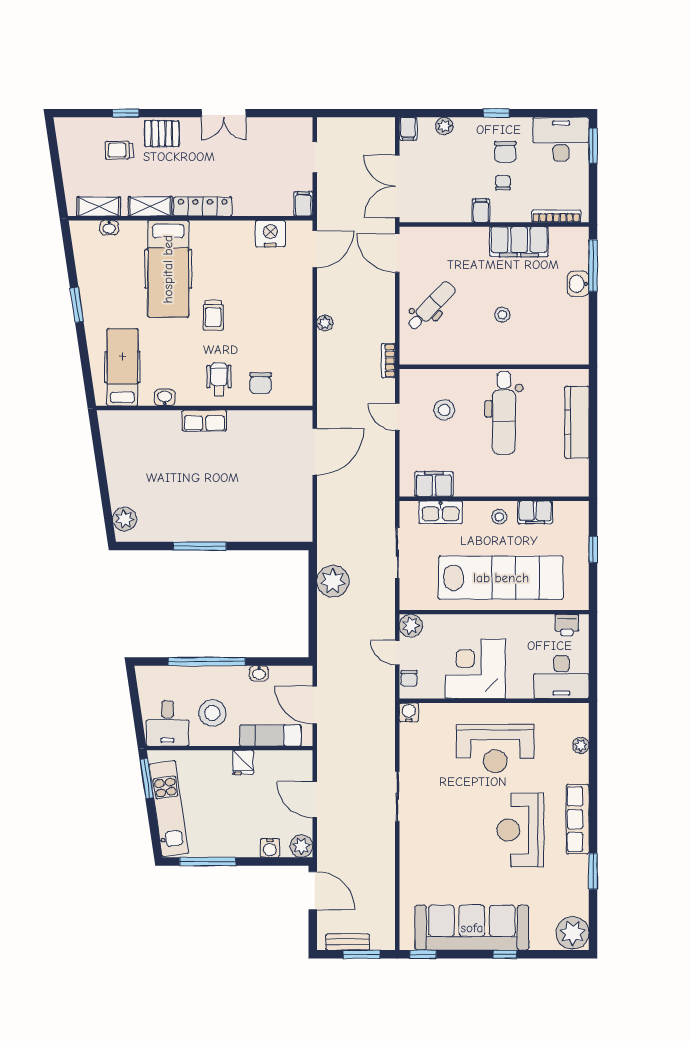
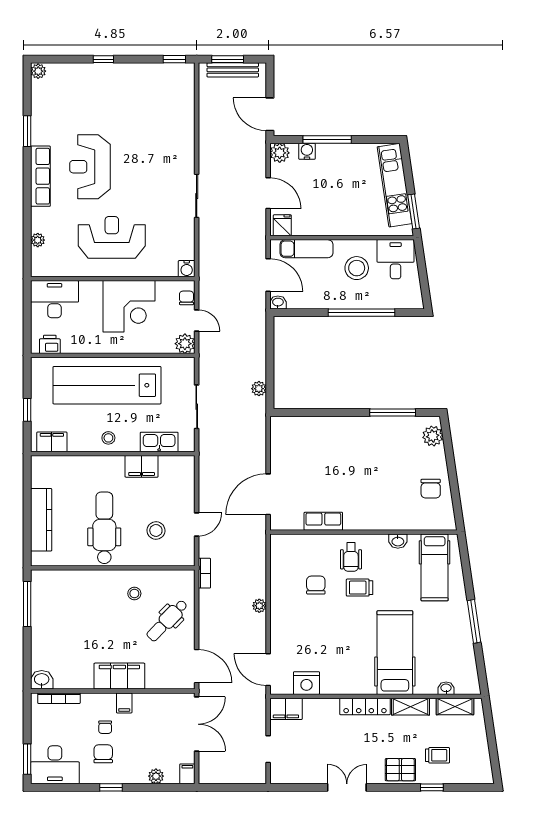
filing cabinet: (303, 204) -> (286, 709), width x2.00
filing cabinet: (519, 242) -> (119, 676), moved
door: (315, 249) -> (268, 670), hinge flipped
window: (593, 266) -> (27, 604), moved
washbasin: (578, 284) -> (42, 680), moved, turned -90
window: (77, 305) -> (474, 621), width x1.44
trolley: (213, 315) -> (360, 588), moved, turned -90
stool: (502, 315) -> (134, 593), moved
chair: (261, 383) -> (316, 585), moved
door: (397, 417) -> (197, 524), hinge flipped
row of seats: (204, 421) -> (323, 521), moved
chair: (127, 458) -> (431, 489), added
filing cabinet: (434, 484) -> (142, 466), moved
filing cabinet: (535, 512) -> (52, 442), moved
window: (200, 546) -> (393, 413), moved
plant: (333, 581) -> (259, 389), width x0.53, depth x0.53
washbasin: (259, 673) -> (278, 302), moved
fridge: (243, 762) -> (282, 225), moved
reception desk: (520, 830) -> (90, 167), turned 180
window: (208, 862) -> (327, 139), moved
sofa: (472, 928) -> (132, 82), removed
plant: (573, 933) -> (38, 71), width x0.53, depth x0.53
bench: (348, 942) -> (233, 70), width x1.36

